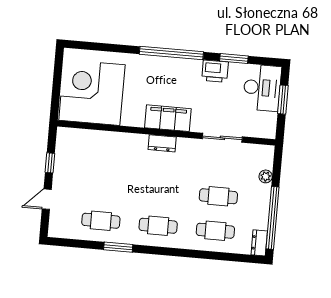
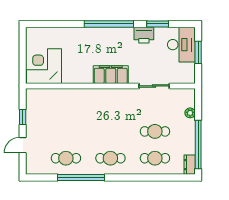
corner desk: (92, 93) -> (44, 66), width x0.74, depth x0.74
dresser: (162, 143) -> (108, 94), removed
window: (118, 247) -> (81, 177), width x2.11

